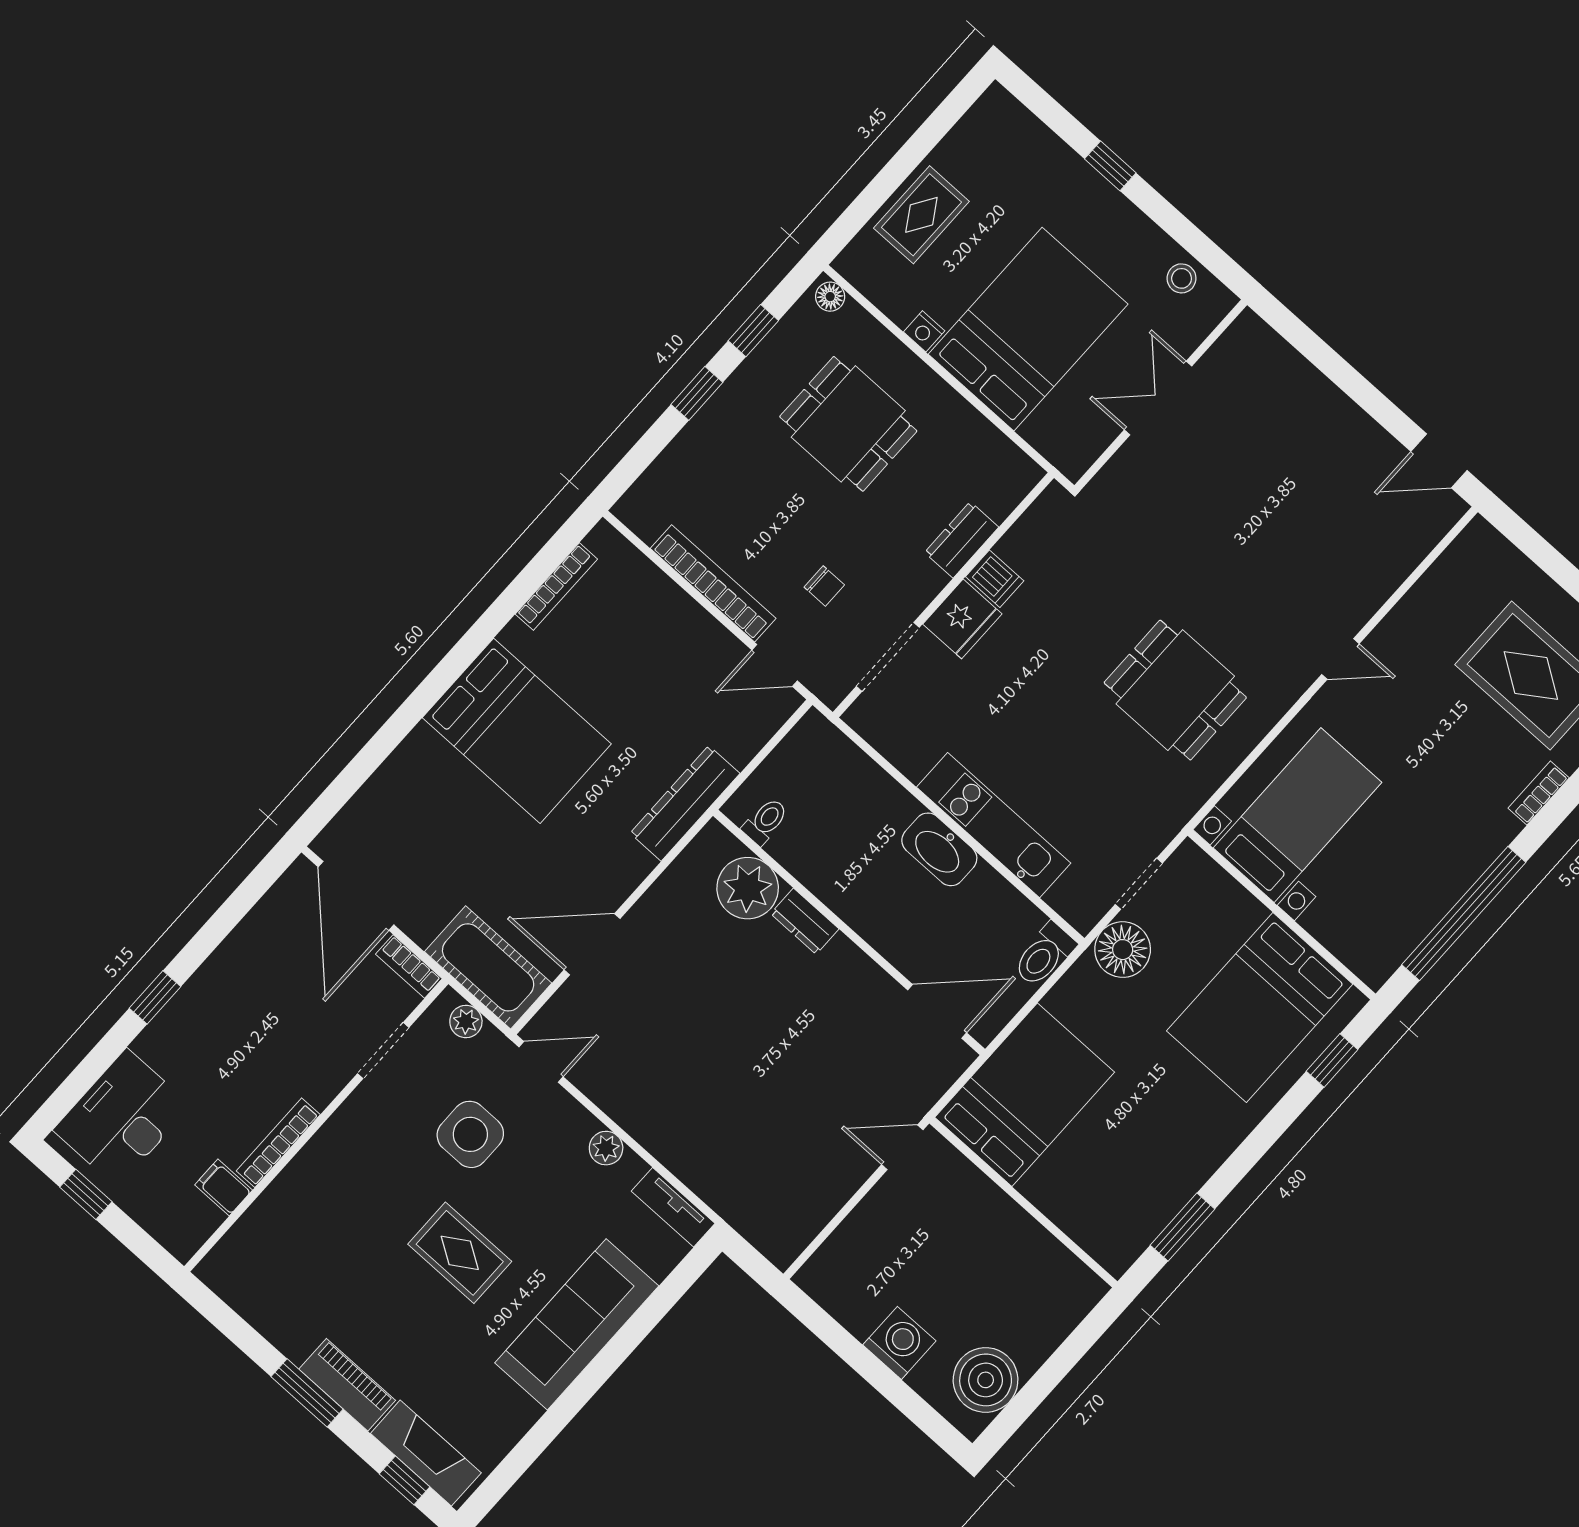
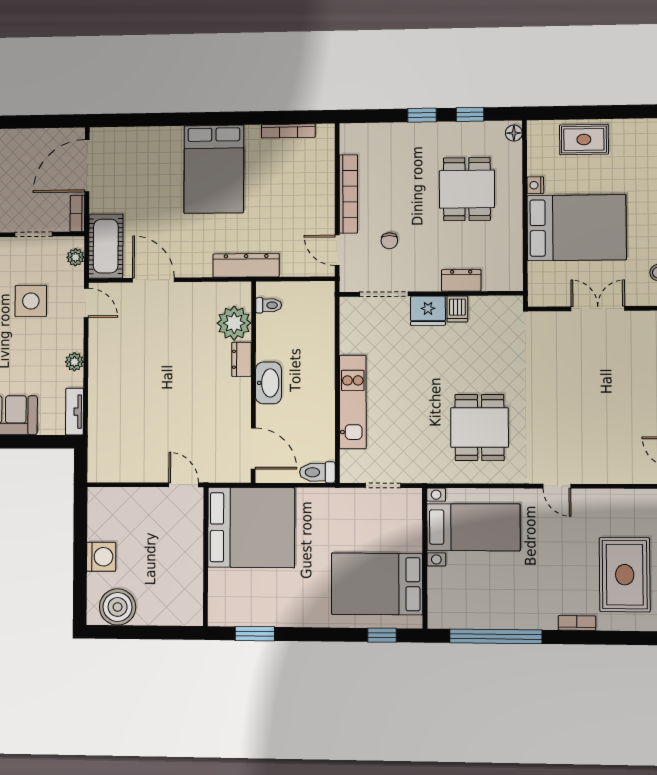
washbasin: (939, 849) -> (268, 383), moved, turned 180
floor lamp: (1123, 950) -> (349, 504), removed
bed: (1025, 1095) -> (251, 527), width x1.36

